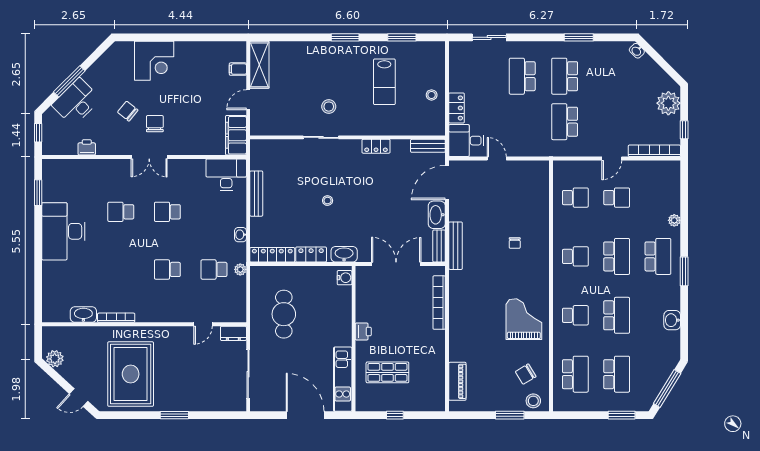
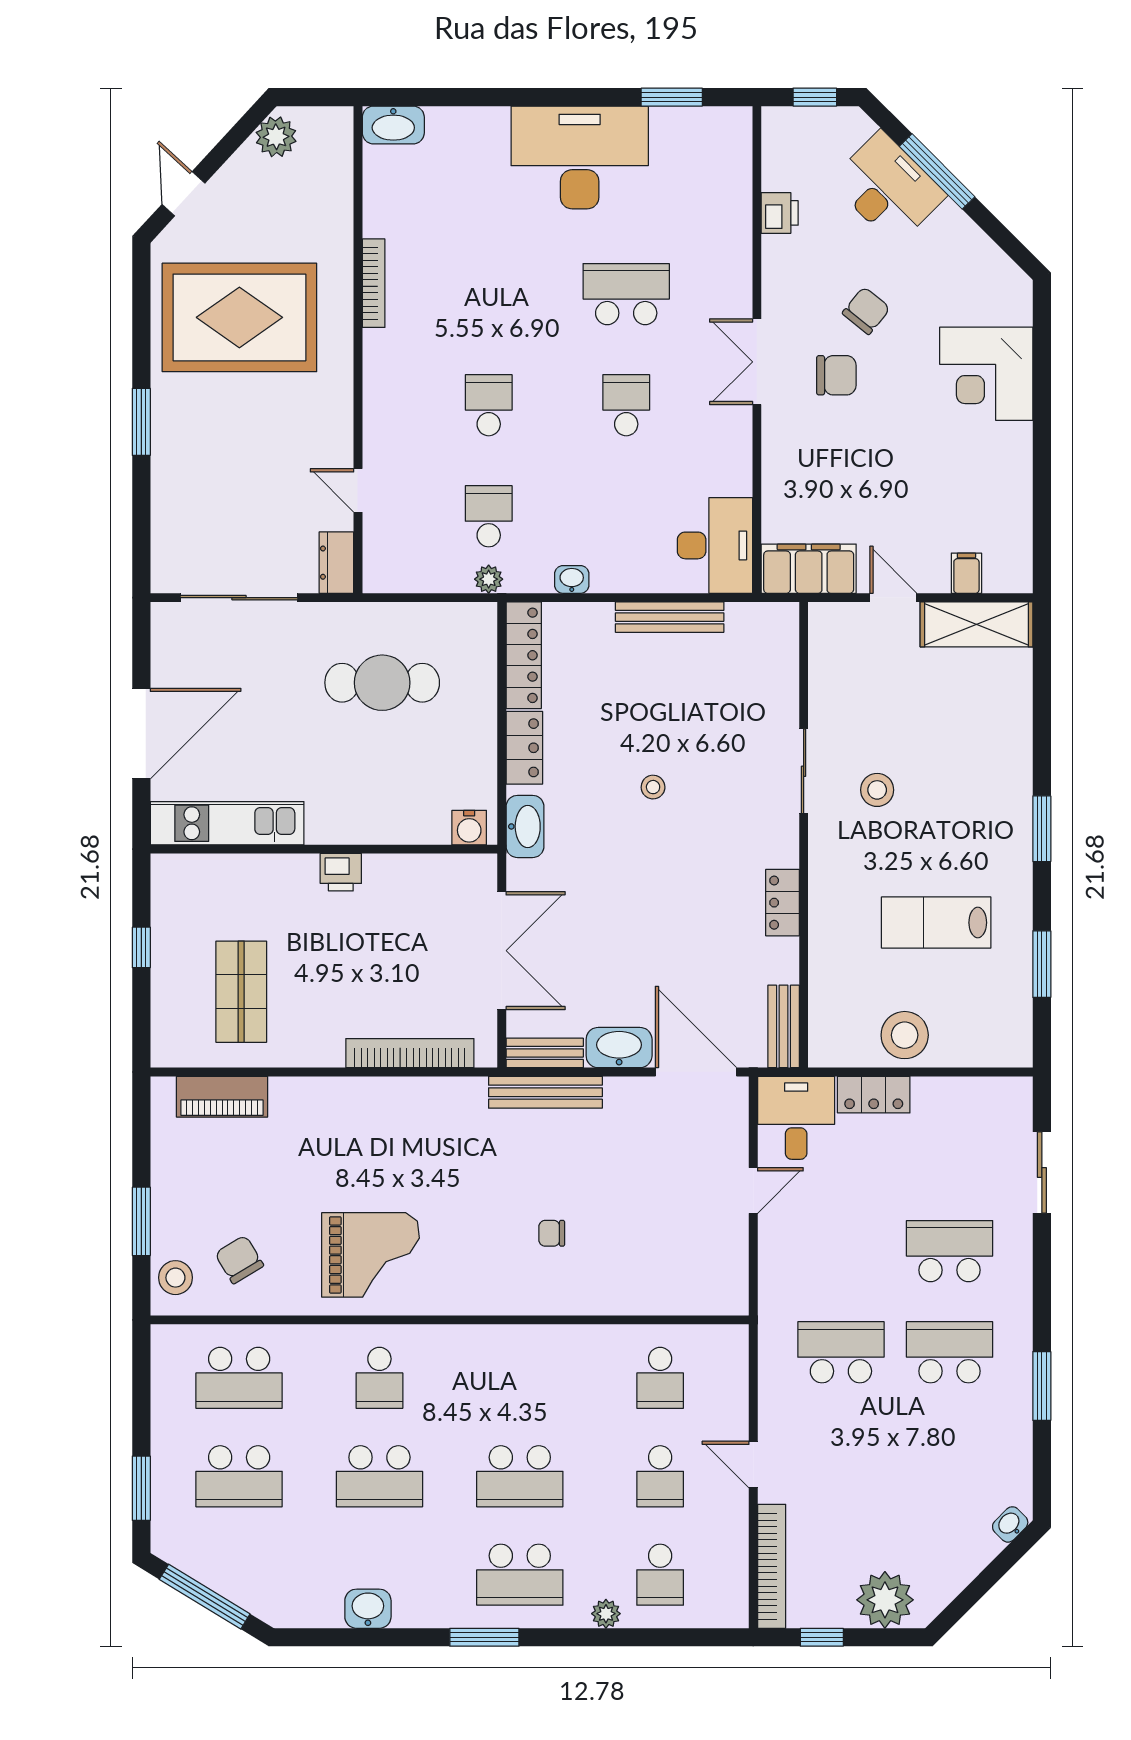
stool: (432, 95) -> (905, 1035), width x1.89, depth x1.89
school desk: (121, 212) -> (626, 294), width x1.85
school desk: (575, 256) -> (660, 1575), moved
washbasin: (83, 315) -> (393, 125), moved, turned 90
shop shelf: (387, 372) -> (241, 992), moved

